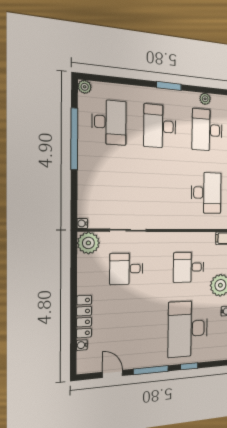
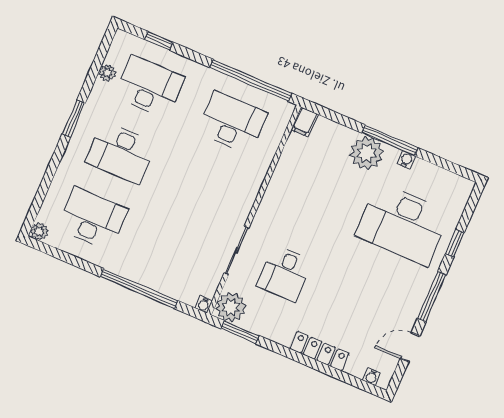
desk: (207, 130) -> (149, 87), turned 180
window: (74, 139) -> (139, 289), moved
window: (74, 257) -> (240, 332), added
desk: (189, 267) -> (321, 189), removed
water cooler: (82, 345) -> (372, 377), moved

